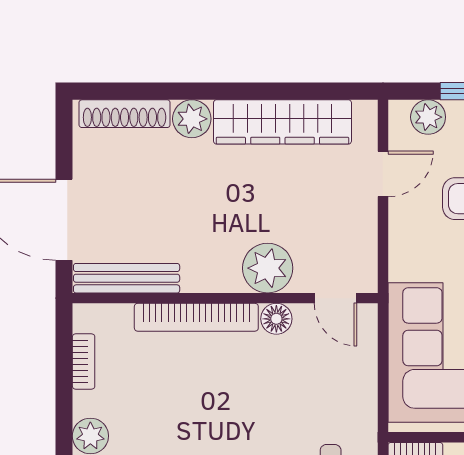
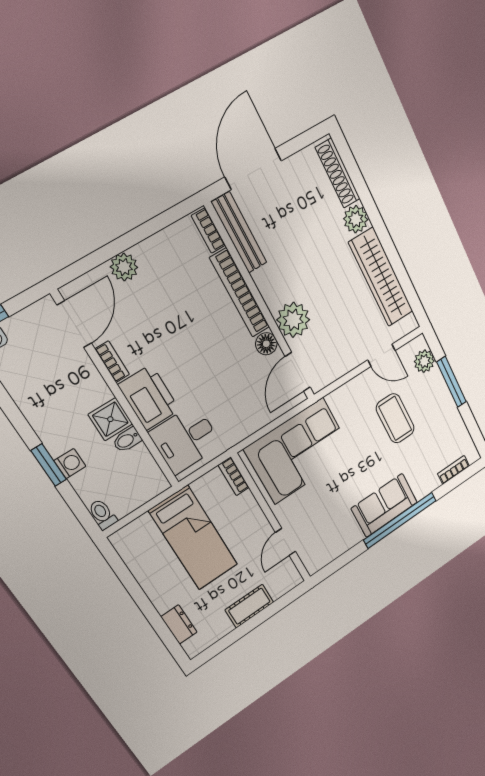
door: (336, 298) -> (298, 372), width x1.38
bookcase: (84, 361) -> (208, 231), moved, turned 90

